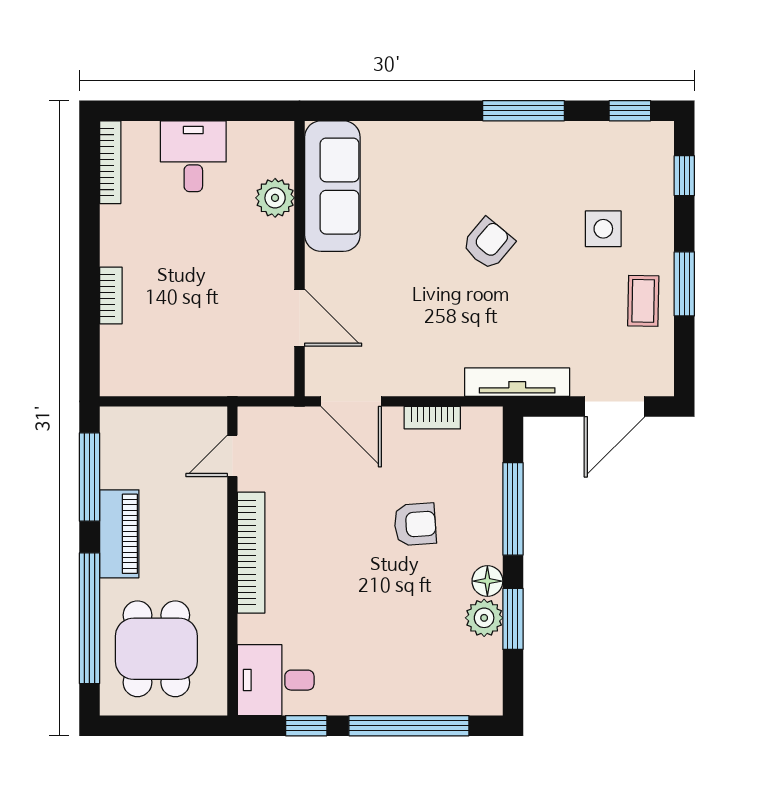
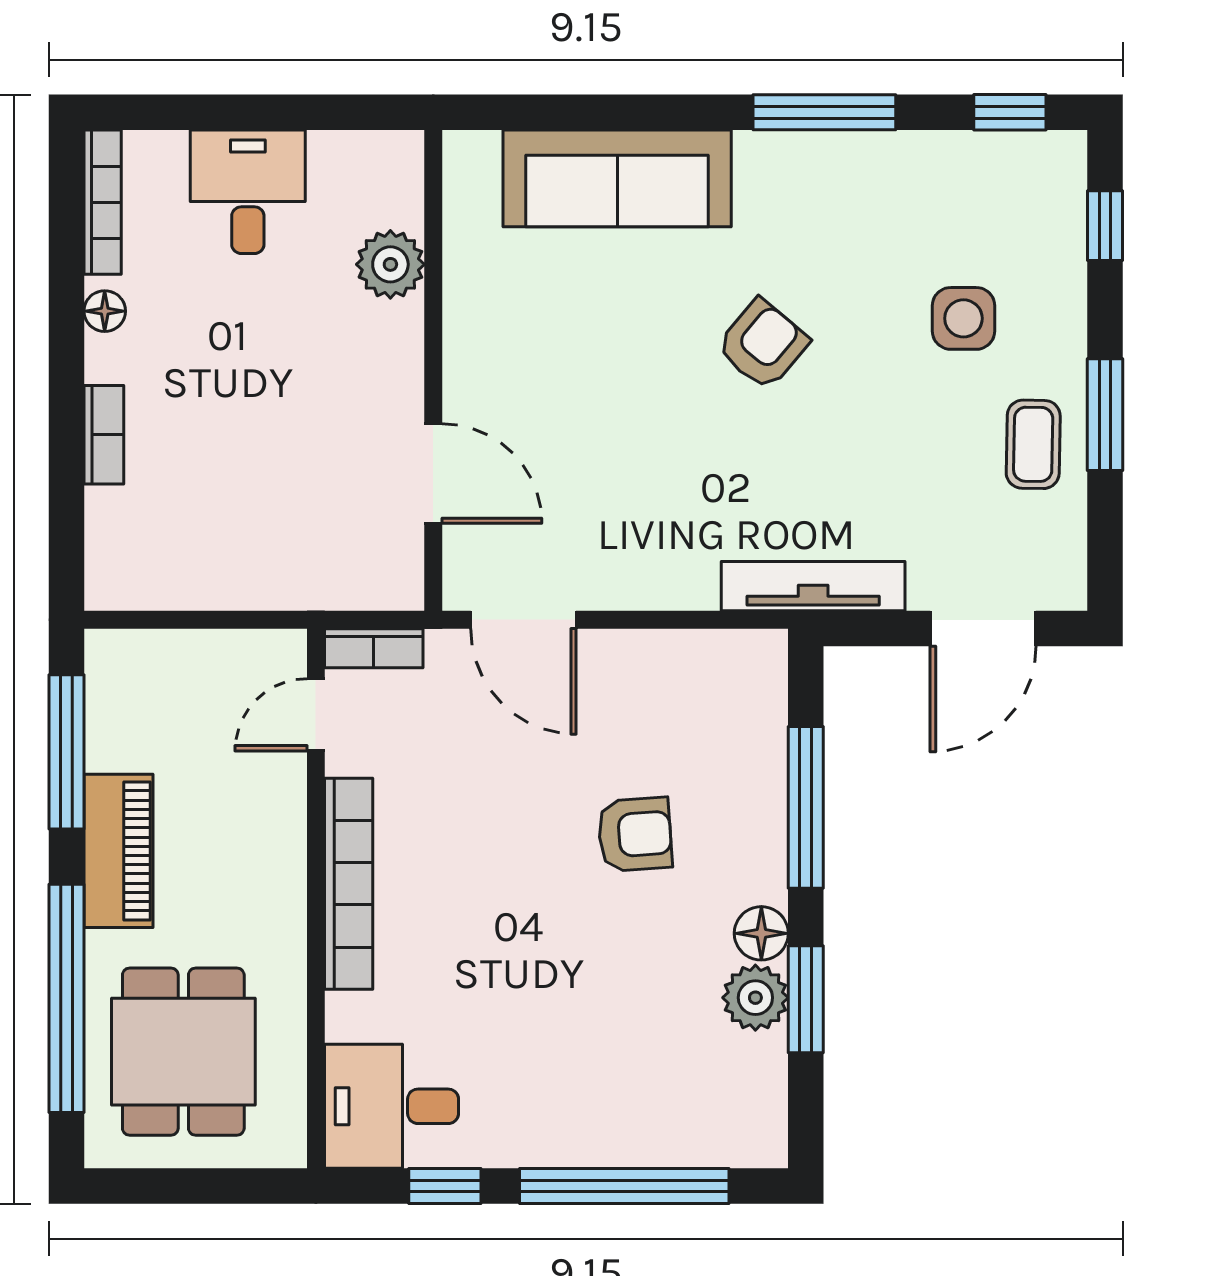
sofa: (332, 186) -> (617, 178), moved, turned 90
floor lamp: (111, 225) -> (105, 311), added
bookcase: (432, 418) -> (374, 648), moved

